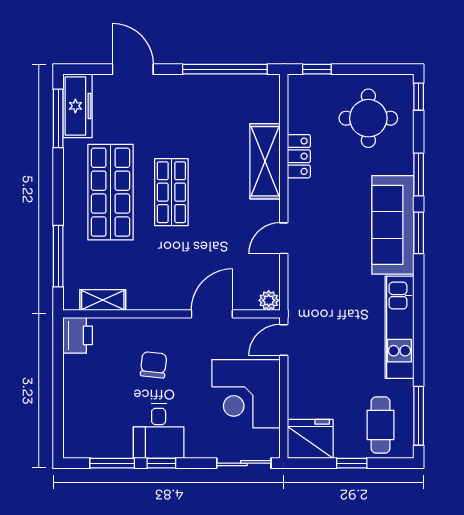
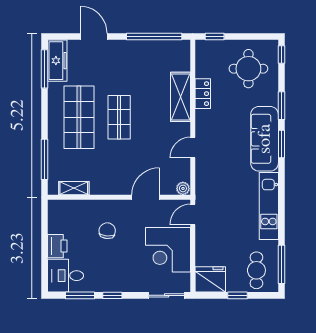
printer: (78, 335) -> (57, 246), moved
desk: (159, 431) -> (65, 276), moved, turned 90

